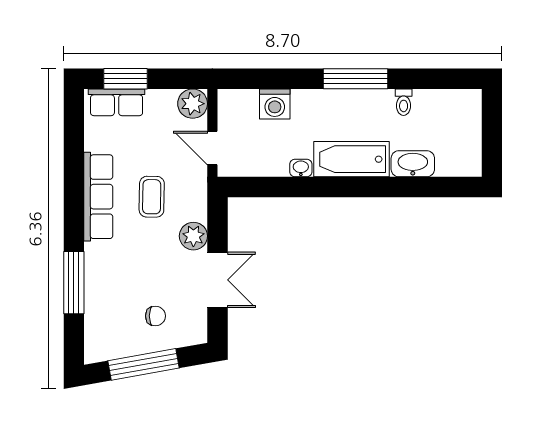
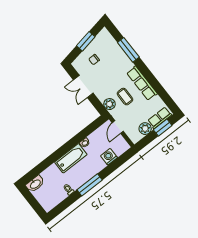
plant: (193, 104) -> (145, 129), moved
door: (212, 148) -> (118, 127), swing flipped
washbasin: (413, 164) -> (35, 184), moved
plant: (193, 236) -> (109, 104), moved
window: (144, 364) -> (86, 41), width x0.69

